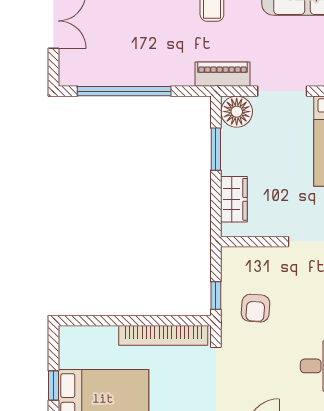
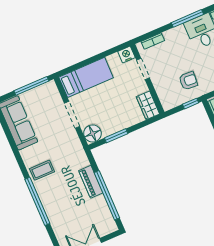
piano: (223, 74) -> (91, 182), moved
wardrobe: (234, 199) -> (148, 105), moved, turned -90

